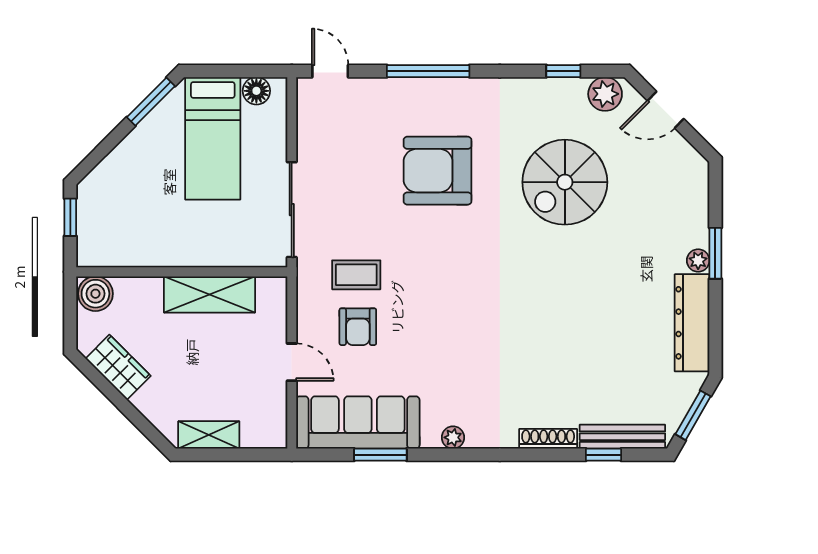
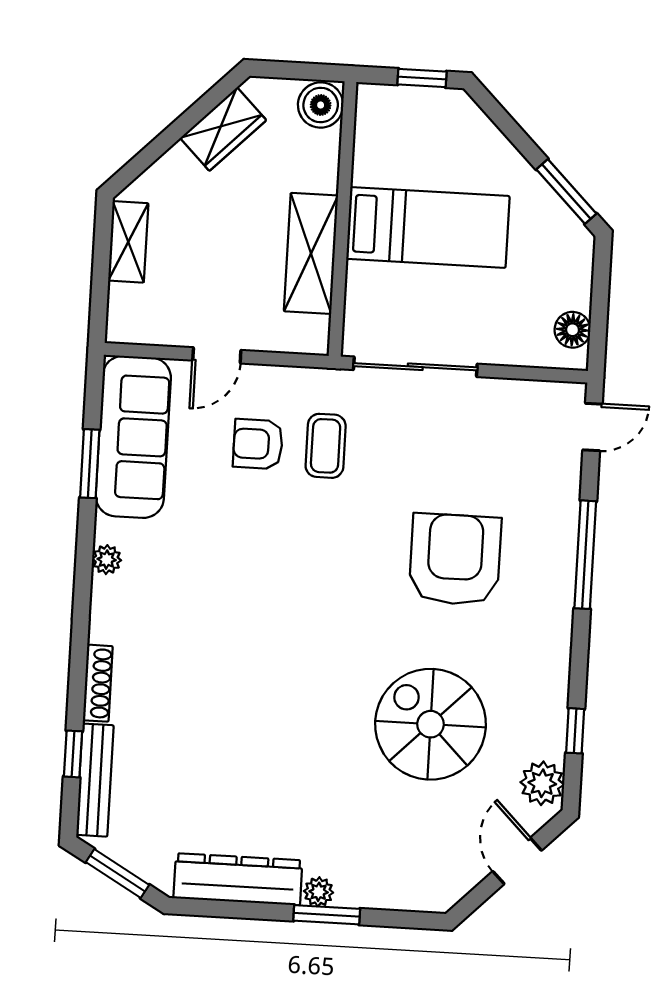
bed: (213, 138) -> (428, 227), moved, turned 180

